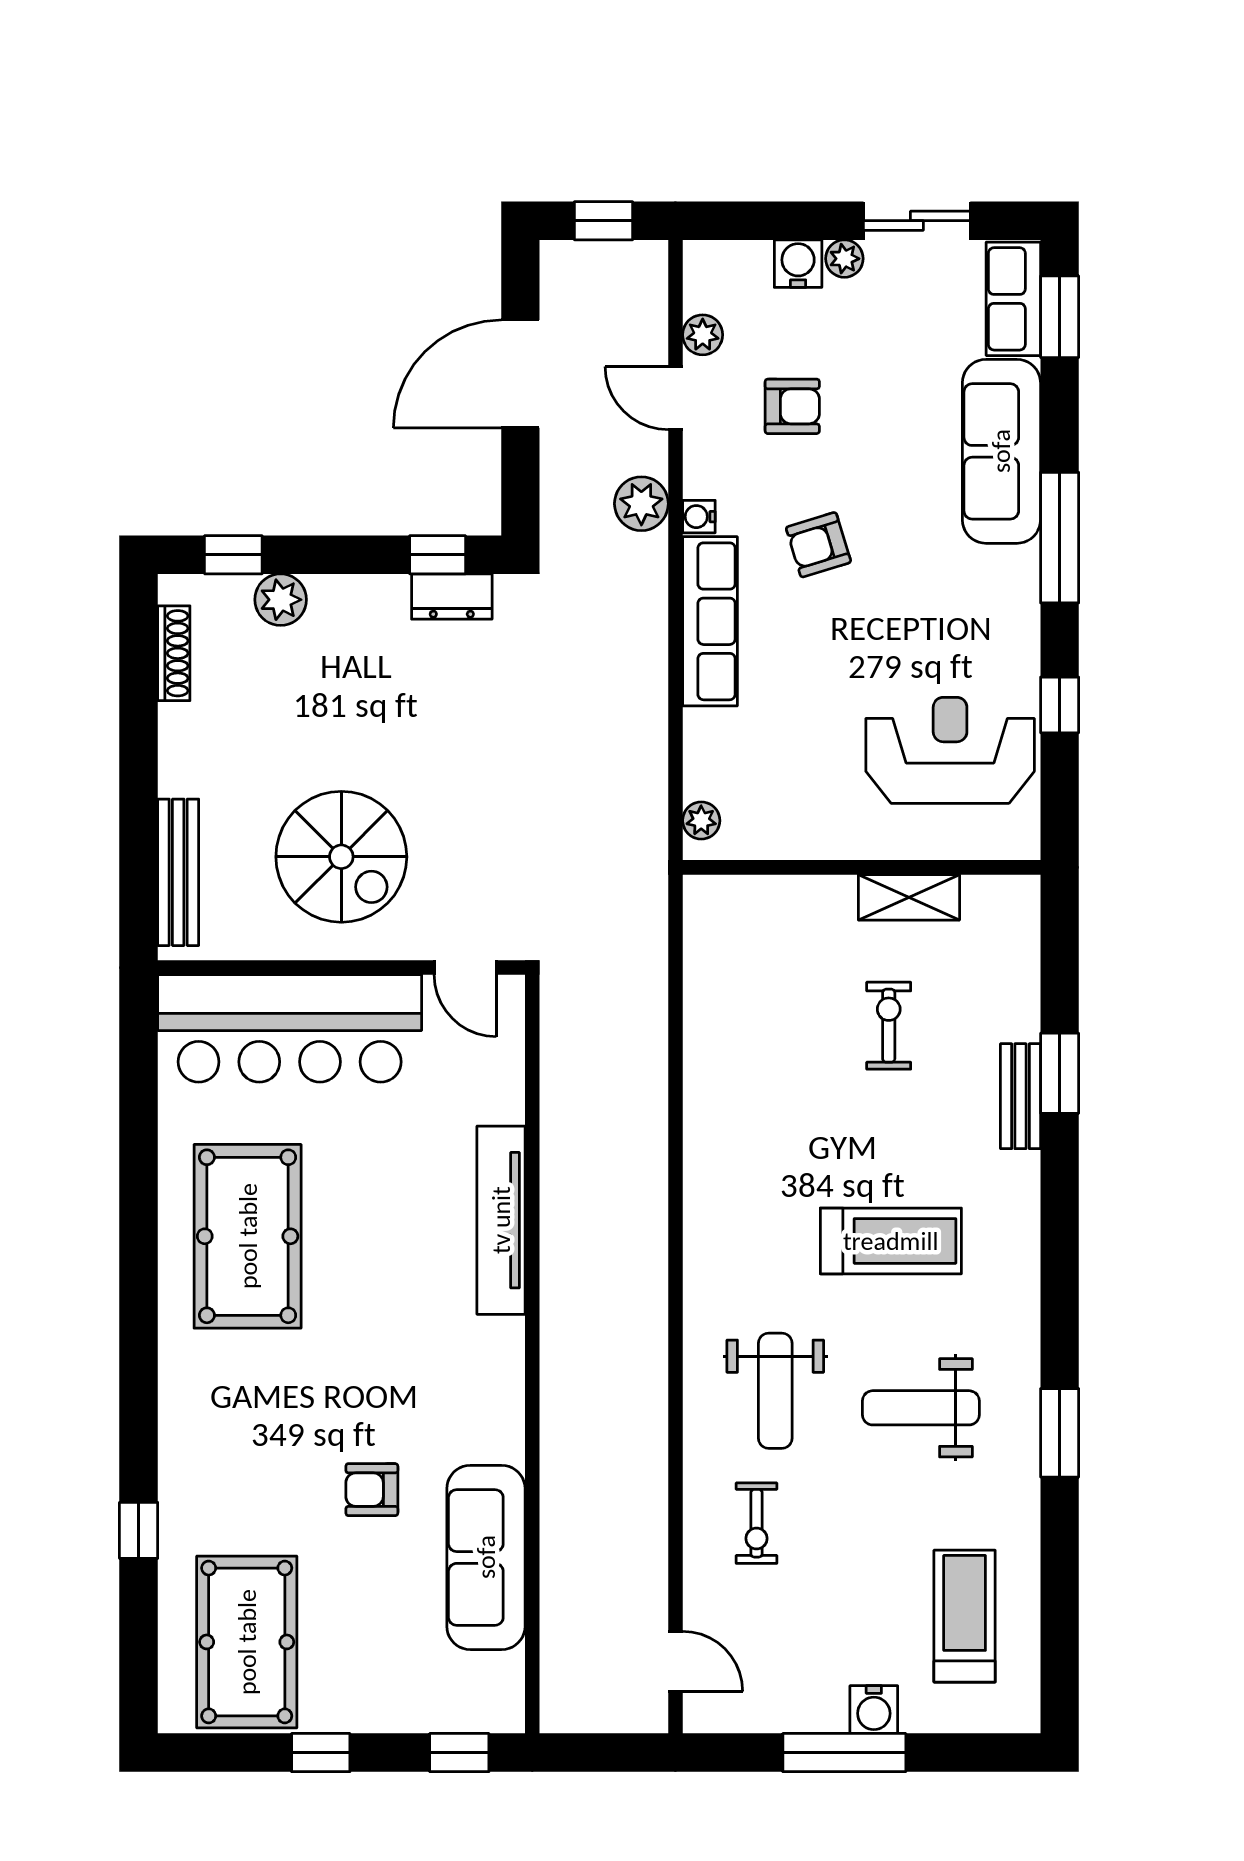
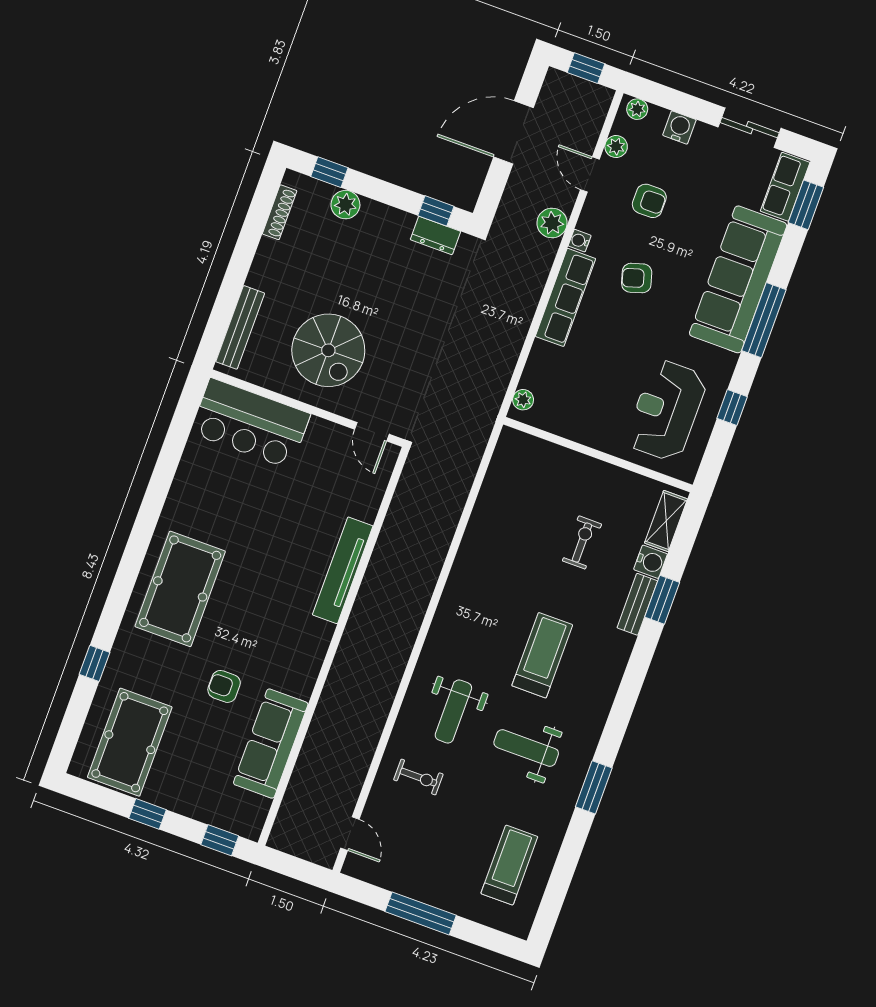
plant: (844, 259) -> (637, 109), moved
sofa: (1001, 451) -> (738, 279), width x1.36, depth x1.27
reception desk: (950, 750) -> (666, 410), turned -90
shelving: (909, 897) -> (666, 521), moved, turned 90
bar counter: (290, 1028) -> (250, 423), width x0.73
pool table: (248, 1236) -> (180, 589), moved
treadmill: (891, 1241) -> (542, 655), turned -90
exercise bike: (757, 1523) -> (418, 777), turned -90
water cooler: (874, 1710) -> (651, 562), moved, turned -90

